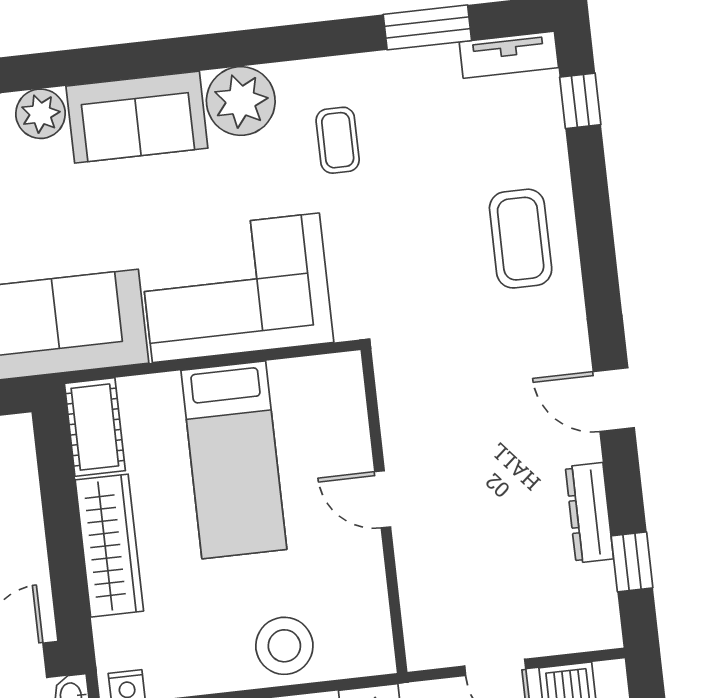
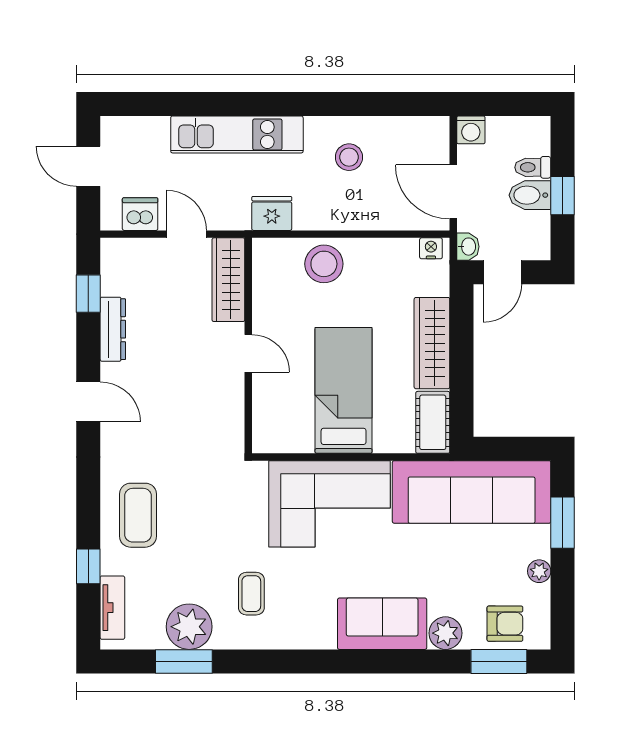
tv unit: (509, 55) -> (112, 608), moved, turned 90
plant: (241, 101) -> (189, 627), moved
window: (580, 101) -> (88, 566), moved
wardrobe: (425, 606) -> (228, 280), added

